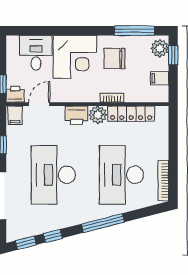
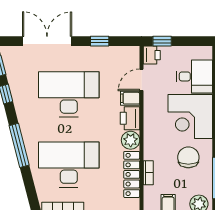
bookcase: (112, 98) -> (148, 173), moved
door: (39, 104) -> (142, 80), swing flipped
filing cabinet: (15, 115) -> (130, 98), moved

